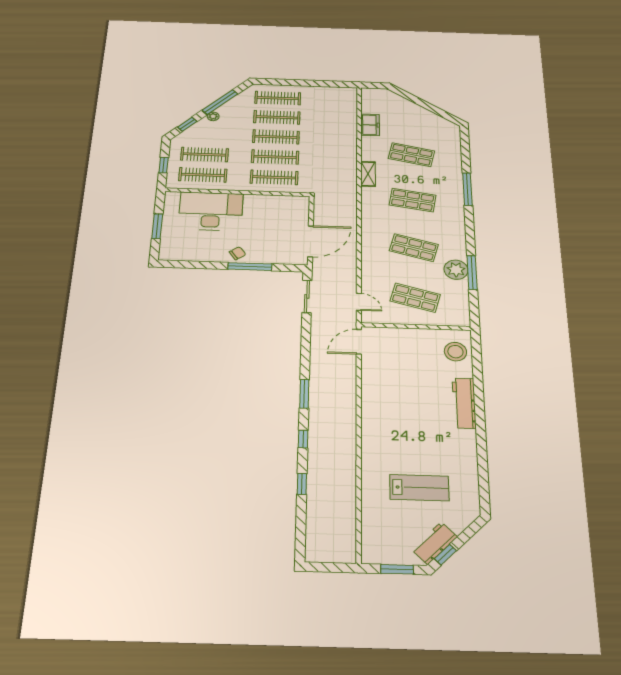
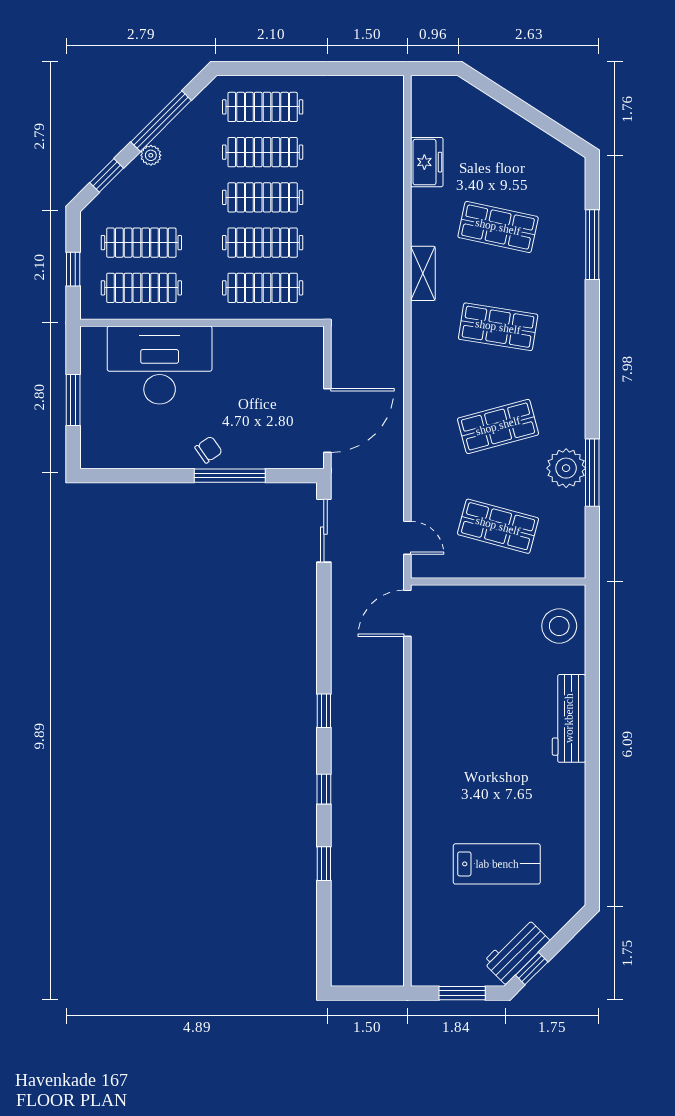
window: (467, 189) -> (592, 245), moved
shop shelf: (414, 248) -> (498, 426), turned -30
window: (304, 394) -> (324, 711), width x0.67

